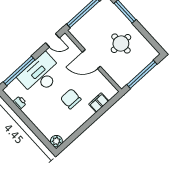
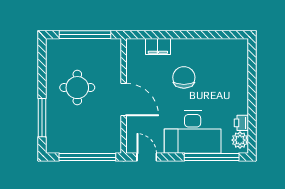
chair: (71, 99) -> (184, 77), turned 180
plant: (56, 141) -> (240, 140), moved

